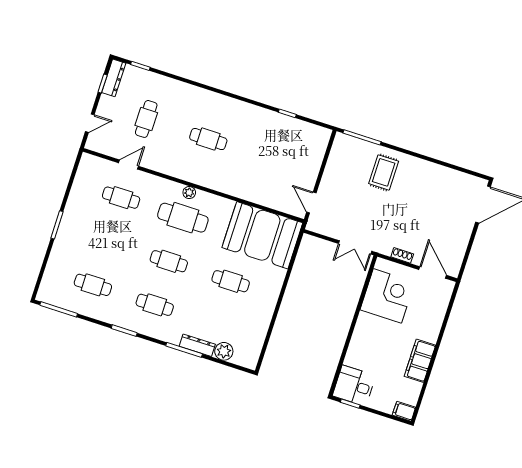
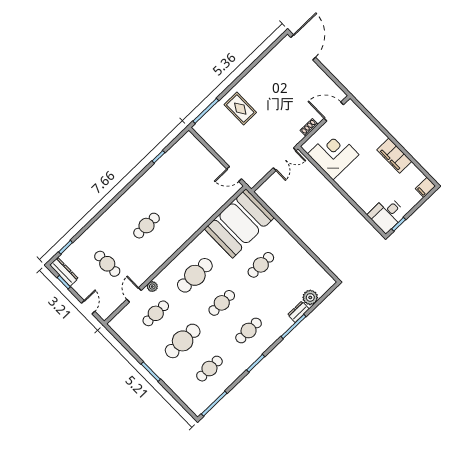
plant: (189, 193) -> (152, 287), moved
cafe table: (107, 241) -> (183, 341), added
dresser: (197, 345) -> (298, 312), width x0.70

